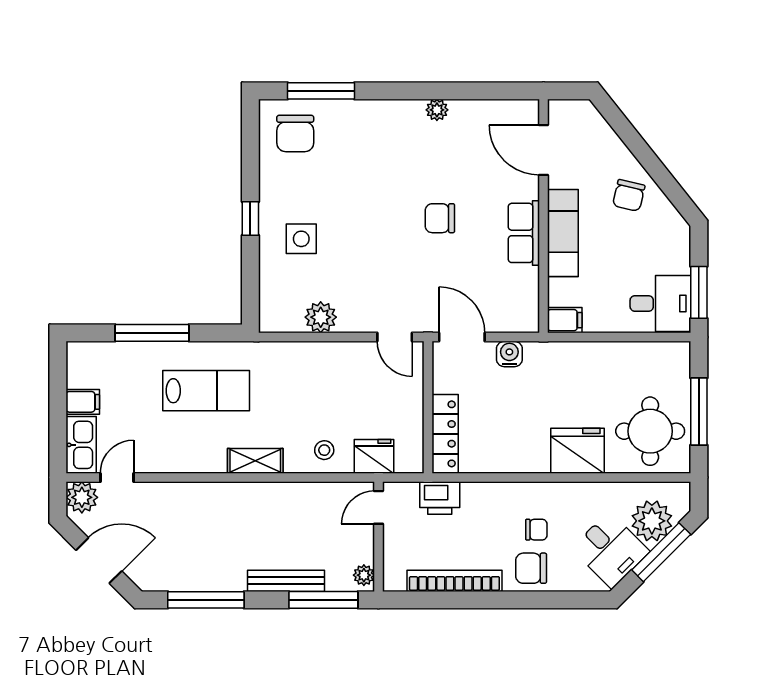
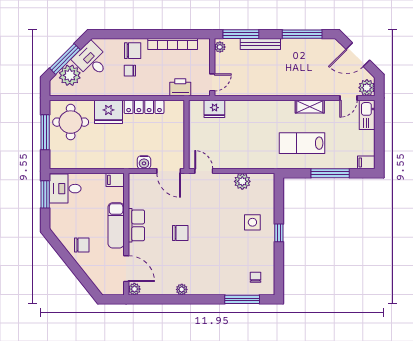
plant: (528, 111) -> (134, 289), added
chair: (295, 133) -> (256, 277), width x0.54, depth x0.54
chair: (629, 195) -> (82, 245), turned 77
filing cabinet: (83, 402) -> (366, 162), moved
locker: (445, 434) -> (144, 107), moved, turned -90
stool: (324, 450) -> (240, 112), removed
shelving: (255, 461) -> (310, 107), moved

